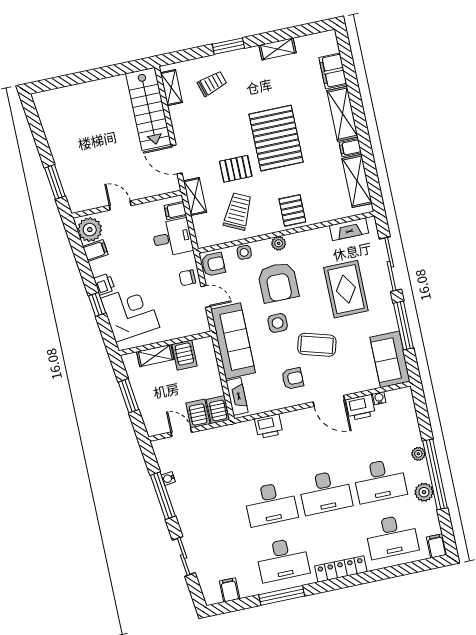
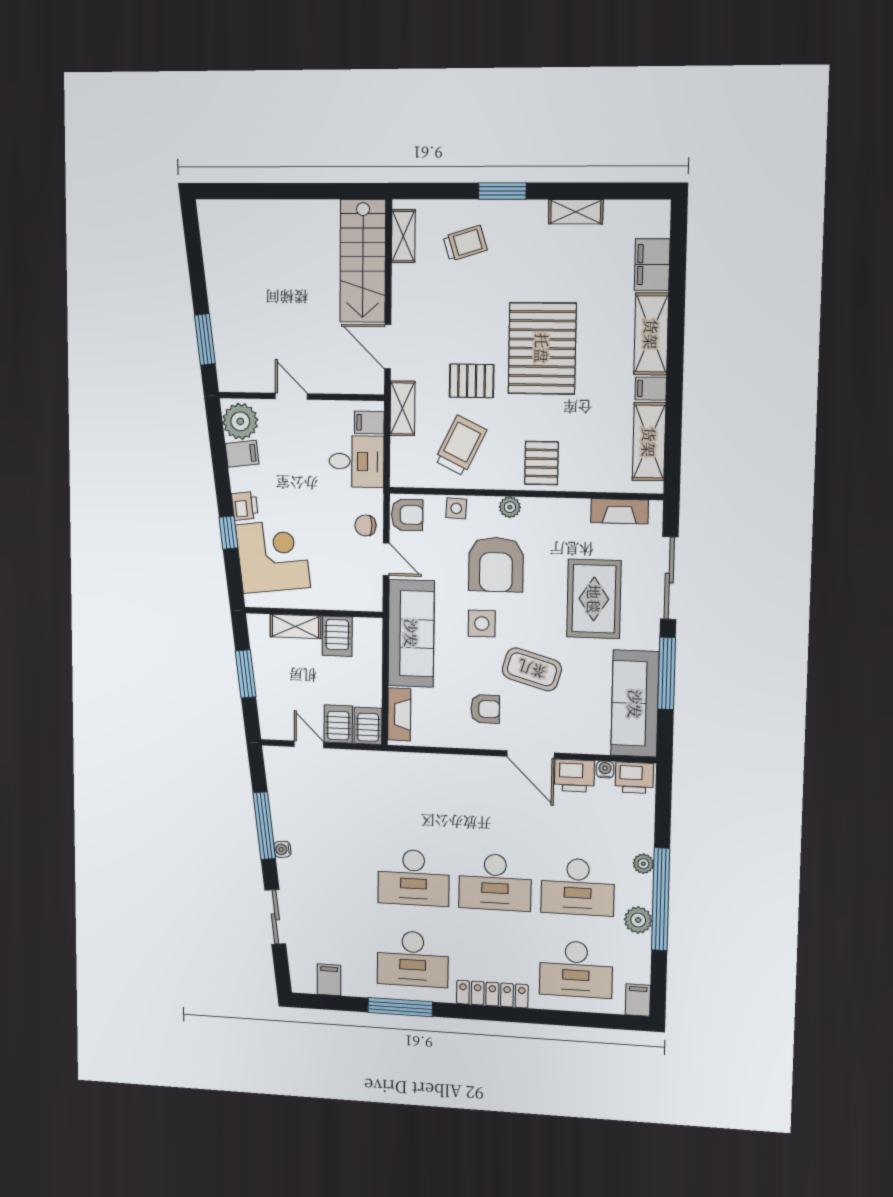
sofa: (390, 359) -> (635, 704), width x1.36
printer: (269, 426) -> (634, 778), moved
water cooler: (168, 478) -> (282, 849), moved

